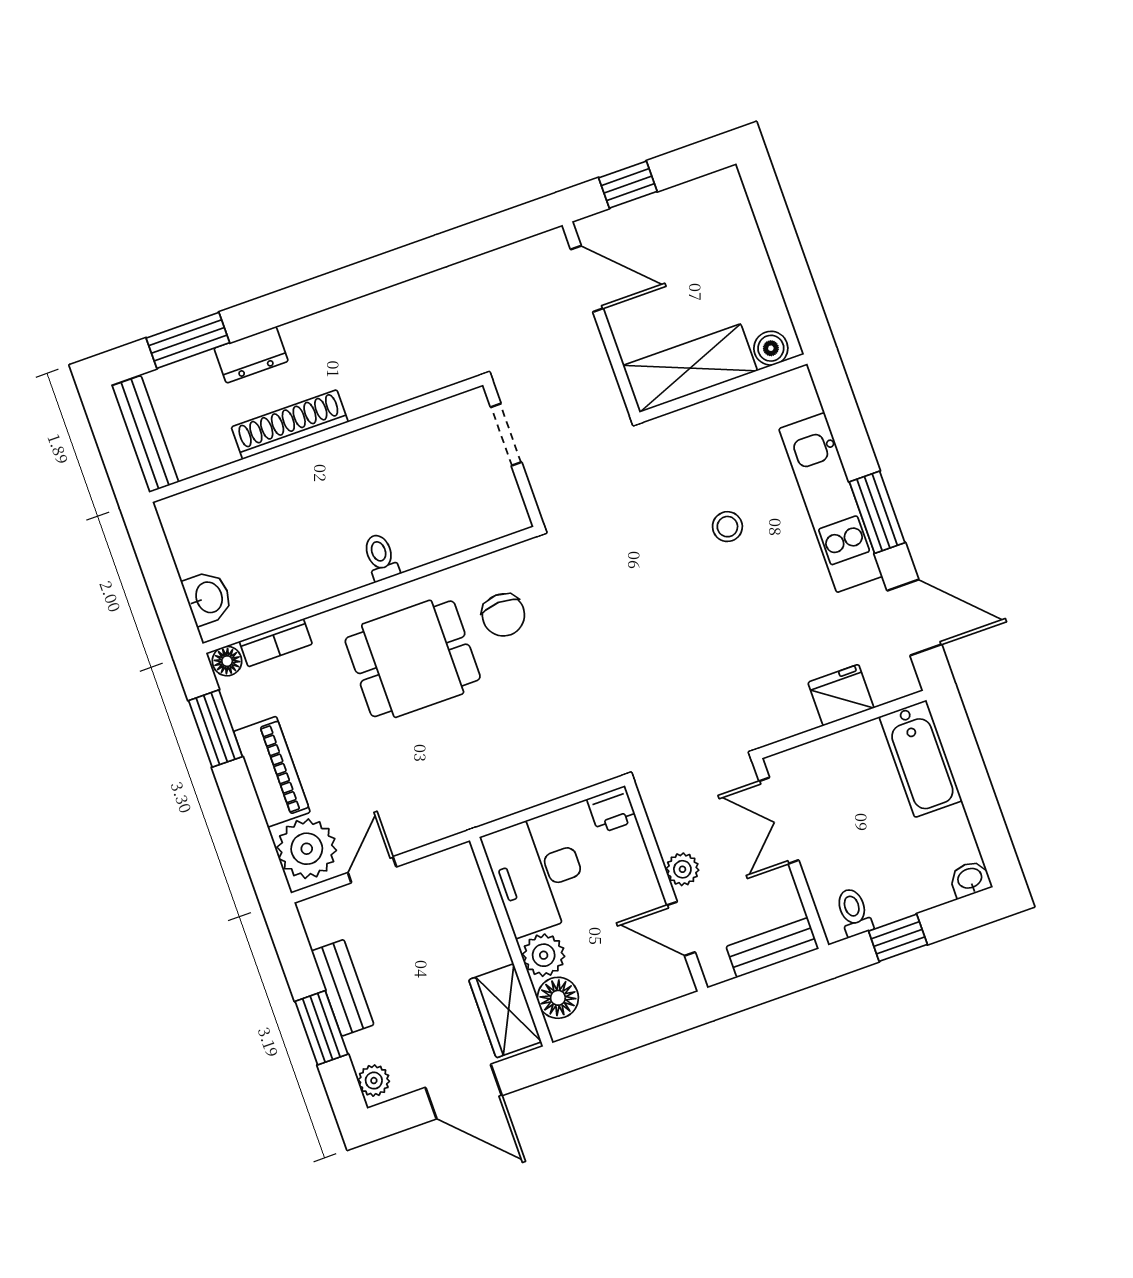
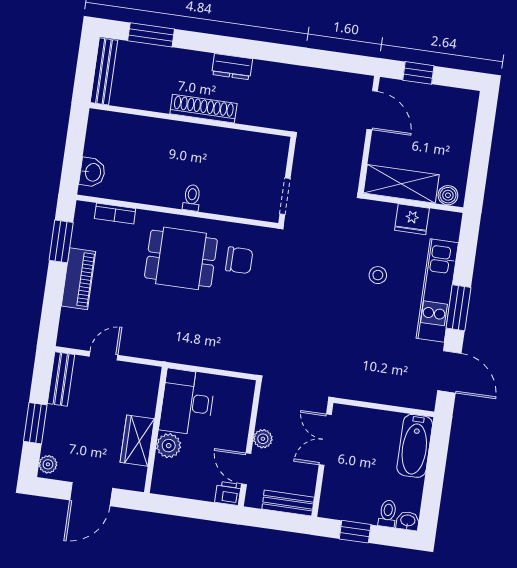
dresser: (251, 355) -> (232, 67), moved
shoe rack: (290, 425) -> (203, 109), moved
doorway: (506, 435) -> (285, 196), moved
chair: (503, 615) -> (239, 260), turned -88
floor lamp: (227, 661) -> (85, 210), removed
fridge: (841, 695) -> (412, 219), moved, turned 180
printer: (612, 810) -> (228, 493), moved, turned 180
plant: (307, 849) -> (76, 327), removed
toilet: (854, 912) -> (388, 514), moved
bench: (343, 988) -> (61, 379), moved
floor lamp: (558, 998) -> (165, 471), removed
wardrobe: (505, 1011) -> (137, 441), moved
door: (464, 1092) -> (91, 494), hinge flipped

